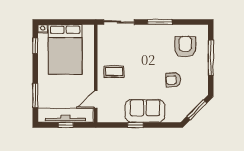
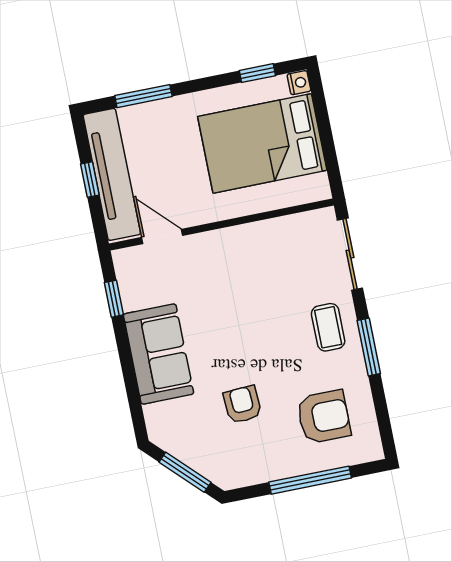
coffee table: (114, 72) -> (328, 327), moved
window: (135, 125) -> (114, 299), moved

